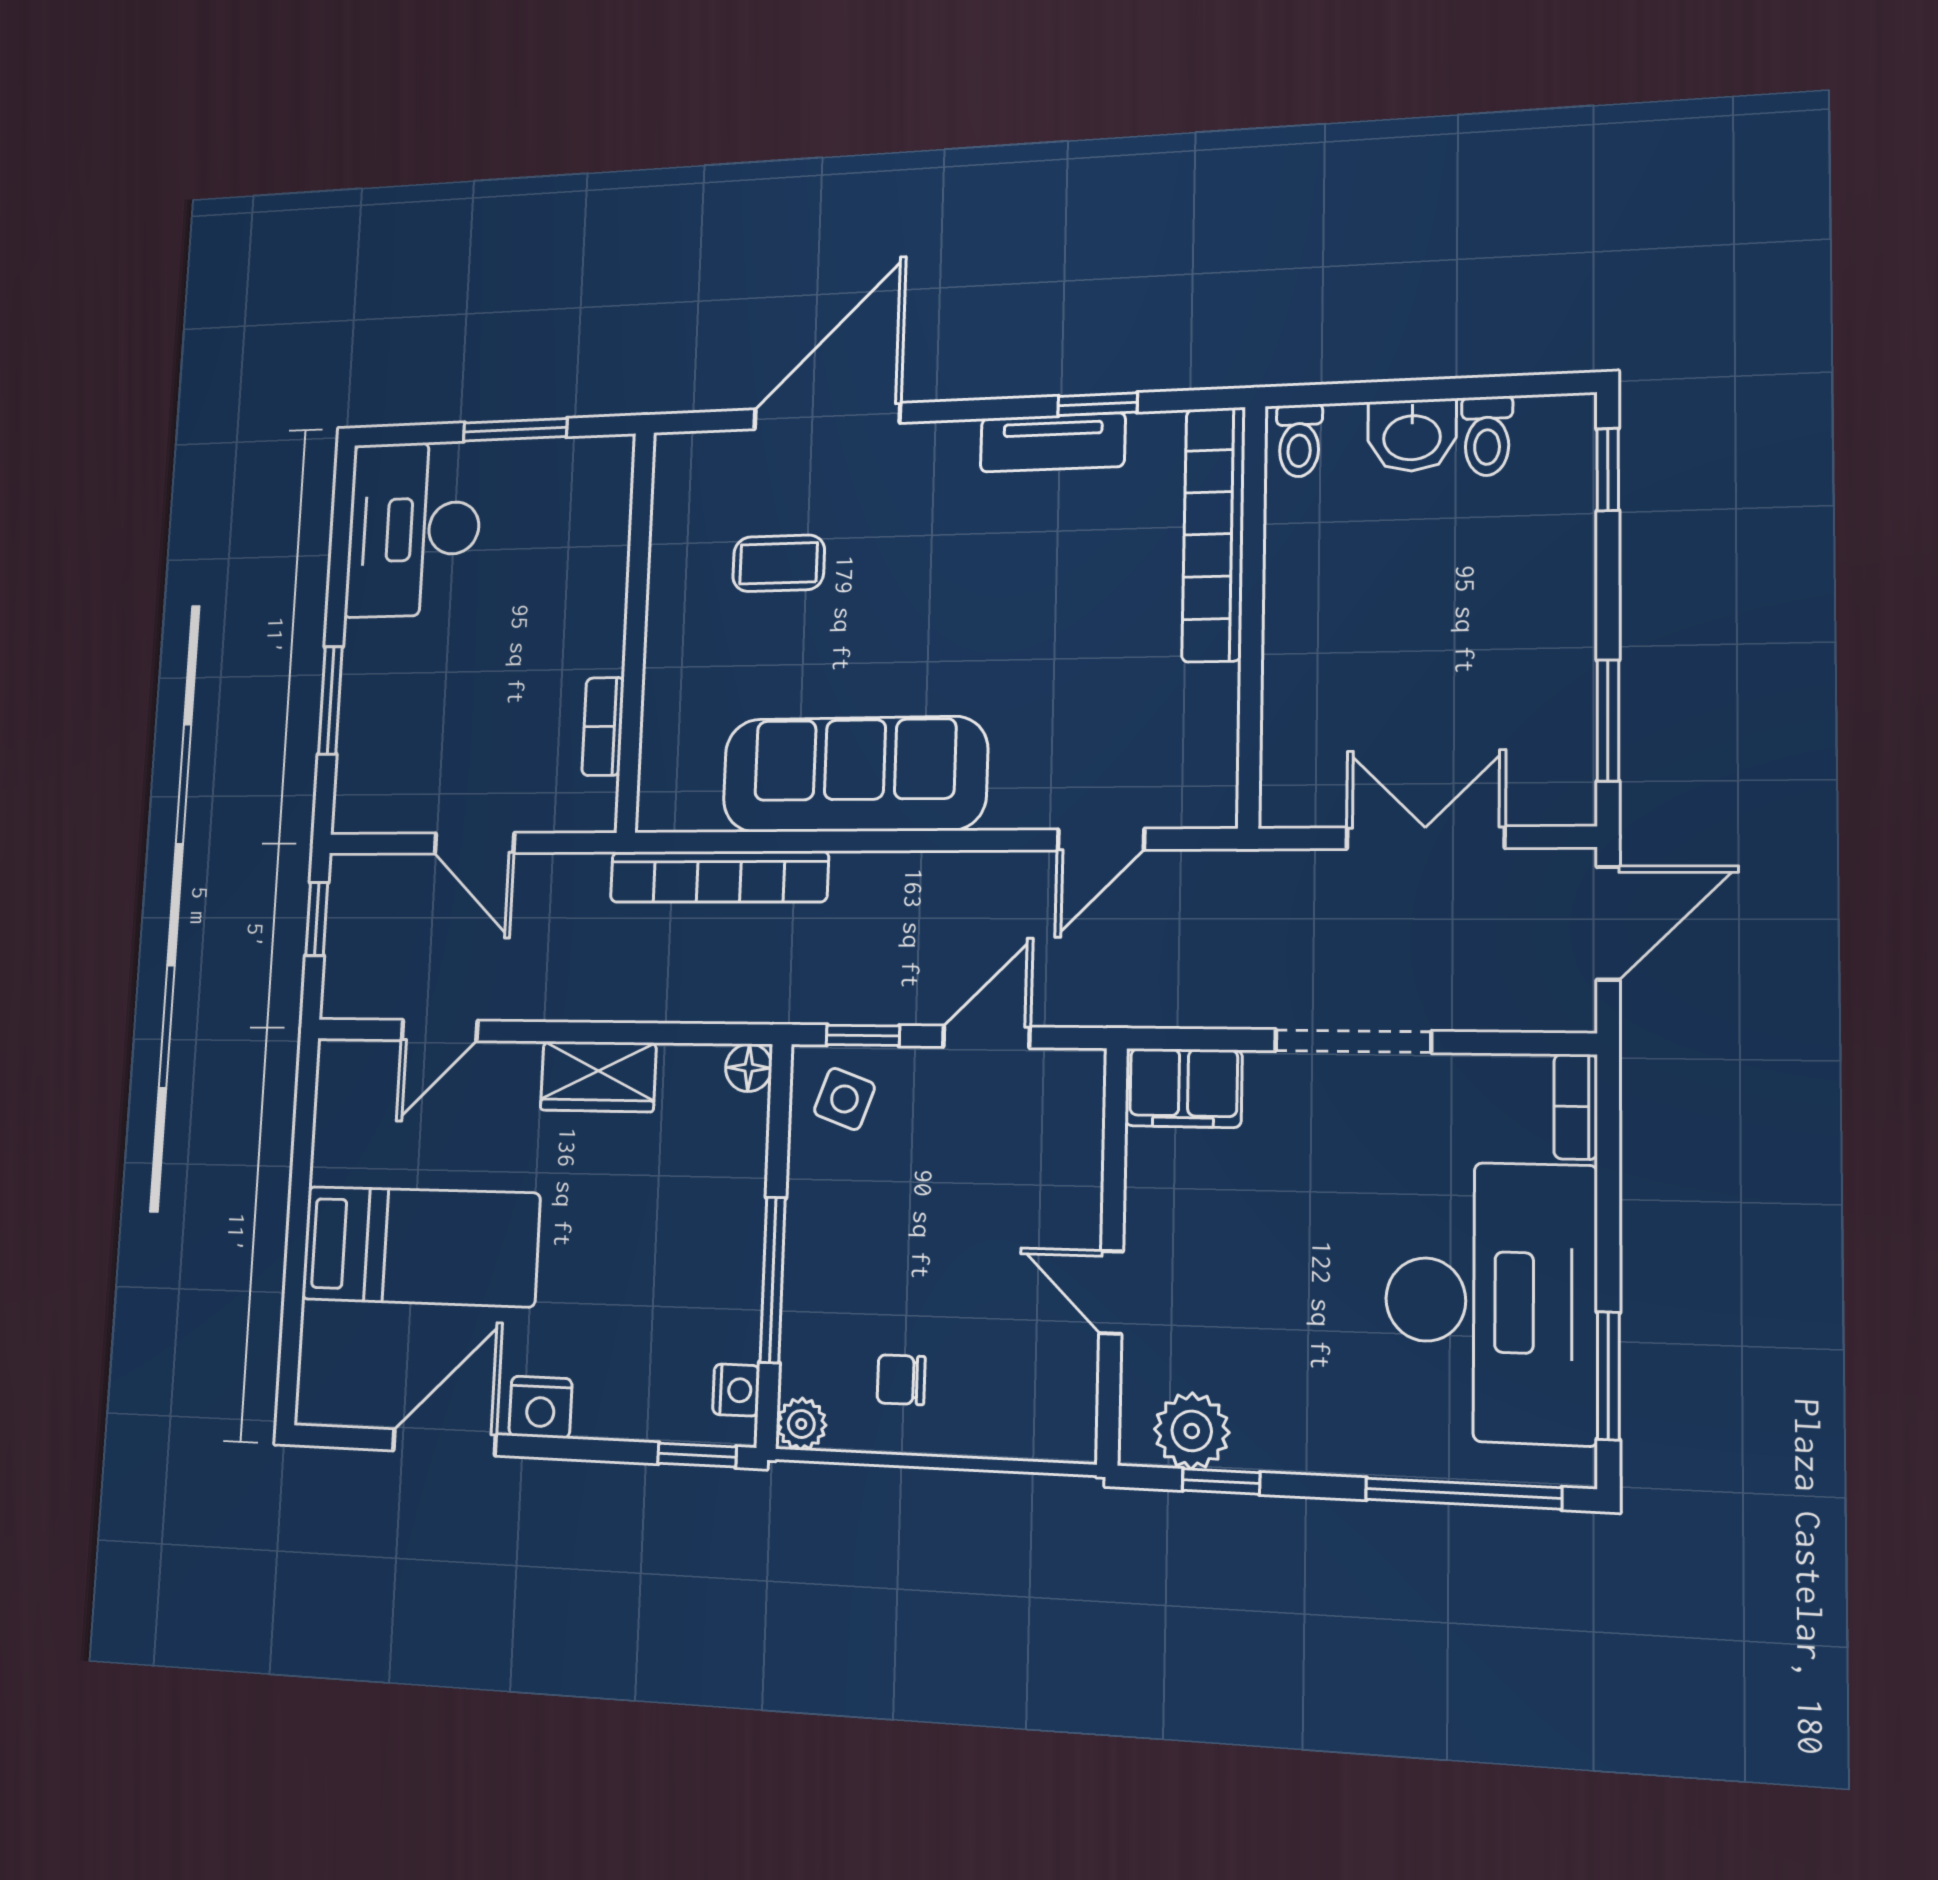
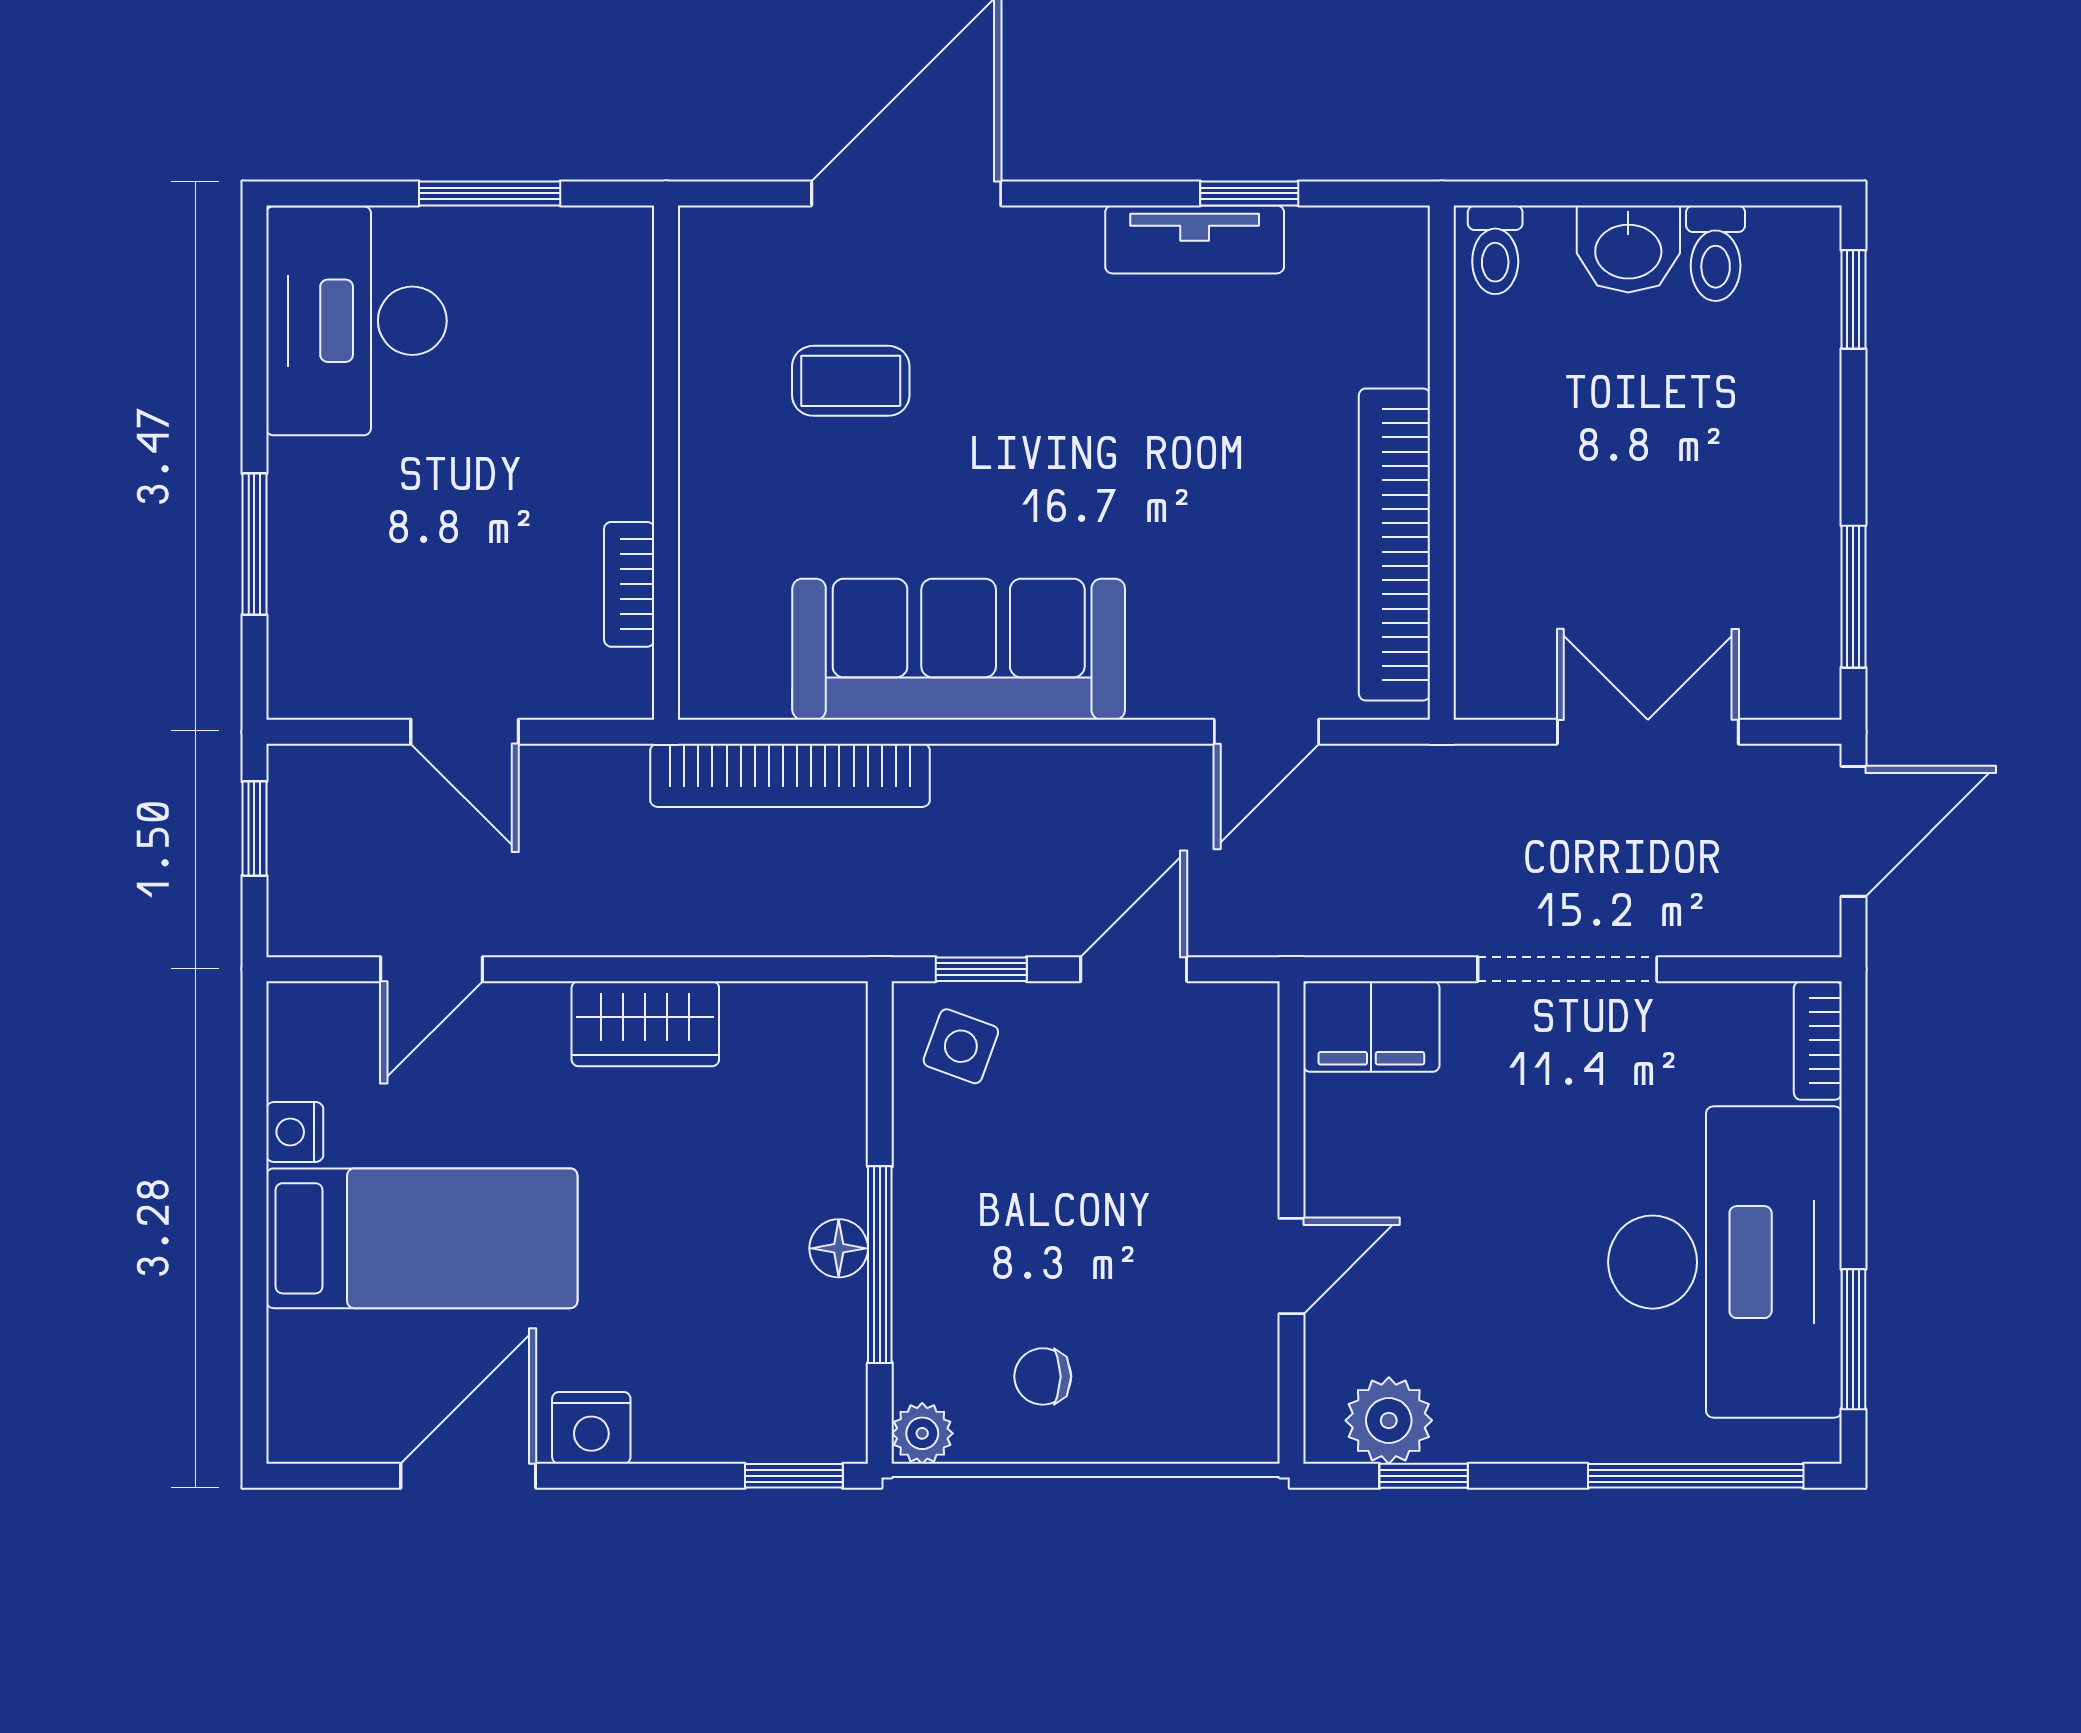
bookcase: (1214, 534) -> (1394, 545), moved
floor lamp: (749, 1068) -> (839, 1248), moved
door: (1111, 1292) -> (1291, 1266), swing flipped
nightstand: (736, 1390) -> (295, 1132), moved, turned 180

